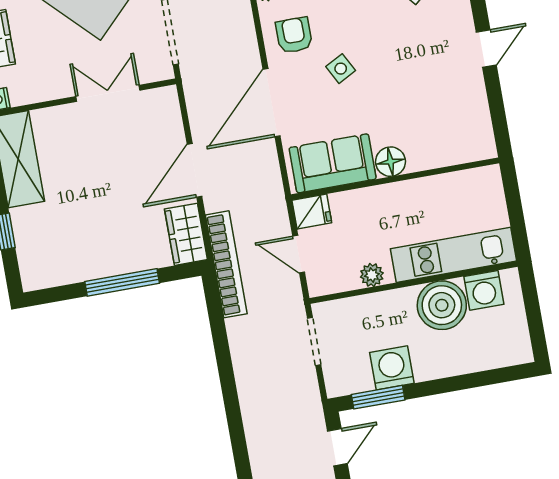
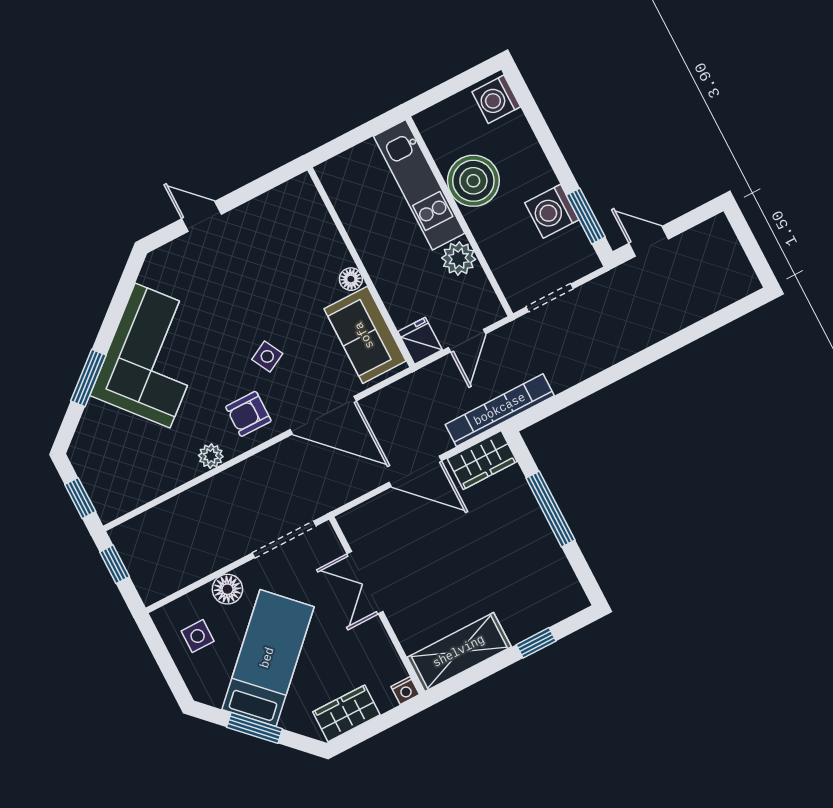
floor lamp: (390, 162) -> (351, 279), width x0.73, depth x0.73
plant: (372, 275) -> (459, 259), width x1.38, depth x1.38
washing machine: (484, 290) -> (496, 99), moved, turned 180

